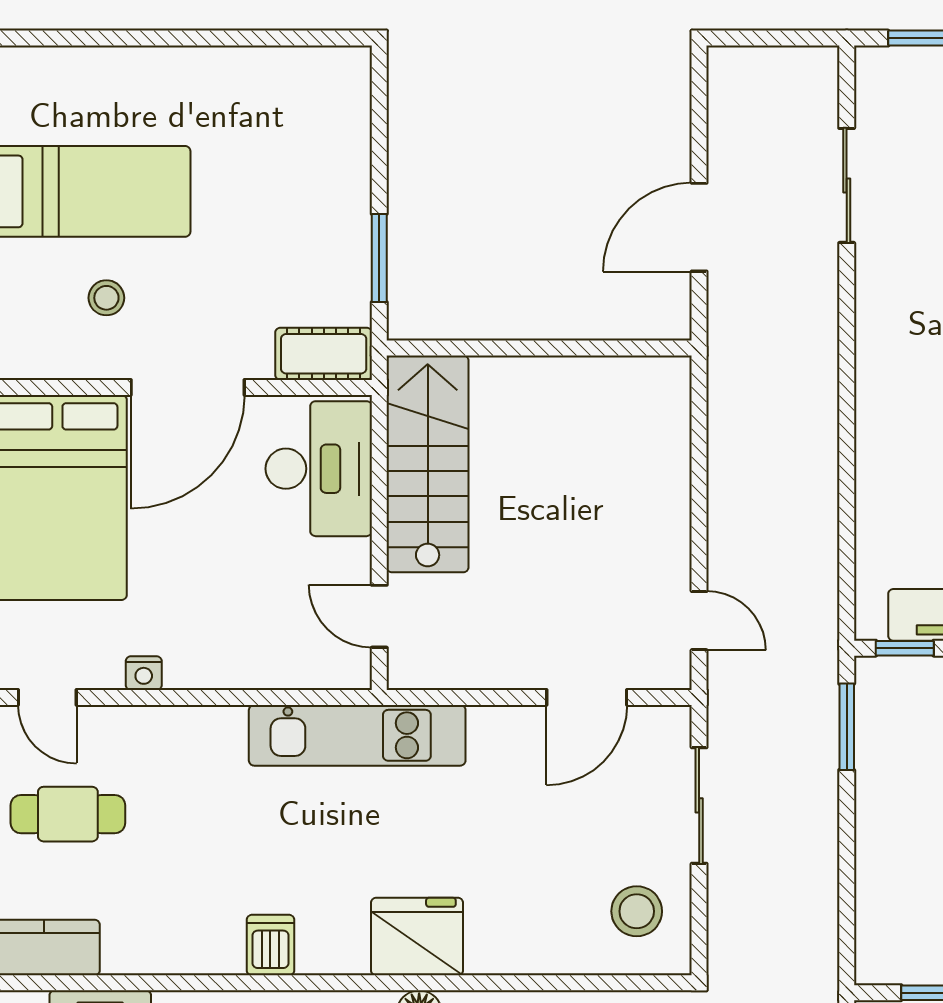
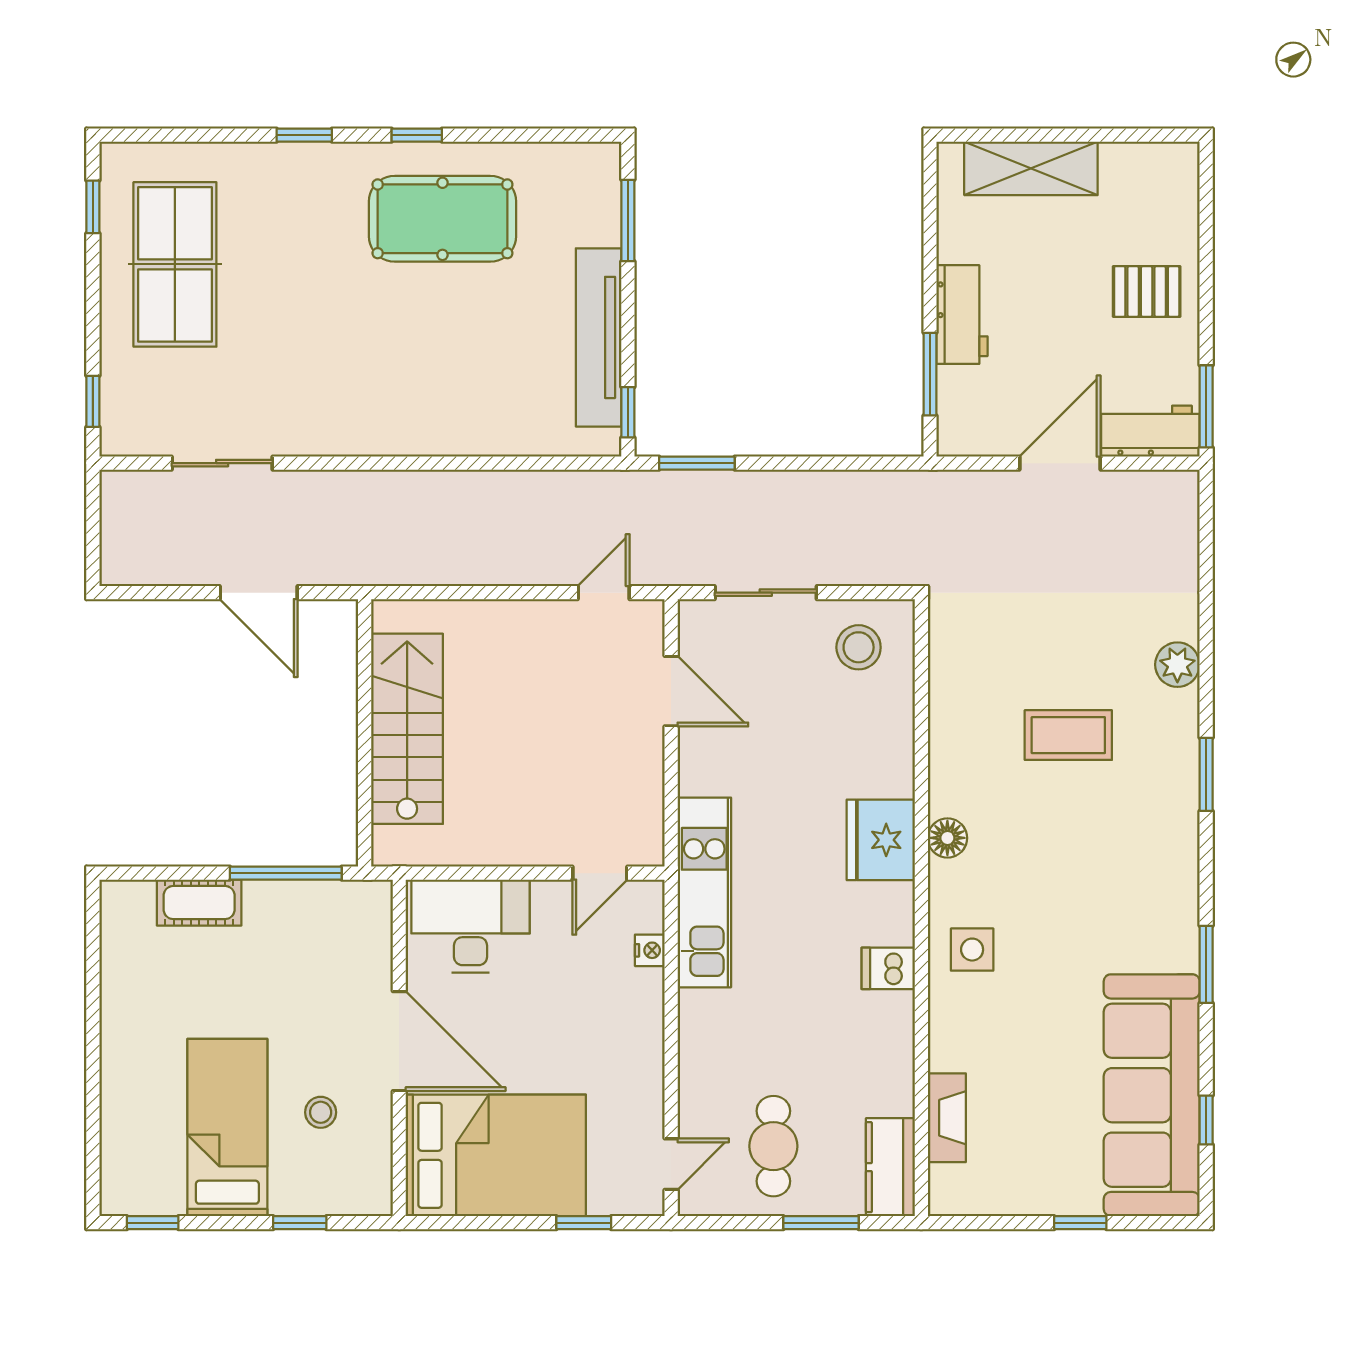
window: (379, 258) -> (286, 873), width x1.44
cot: (324, 354) -> (199, 903), moved, turned 90
stairs: (428, 464) -> (407, 729), moved, turned 90
nightstand: (144, 673) -> (650, 950), moved

